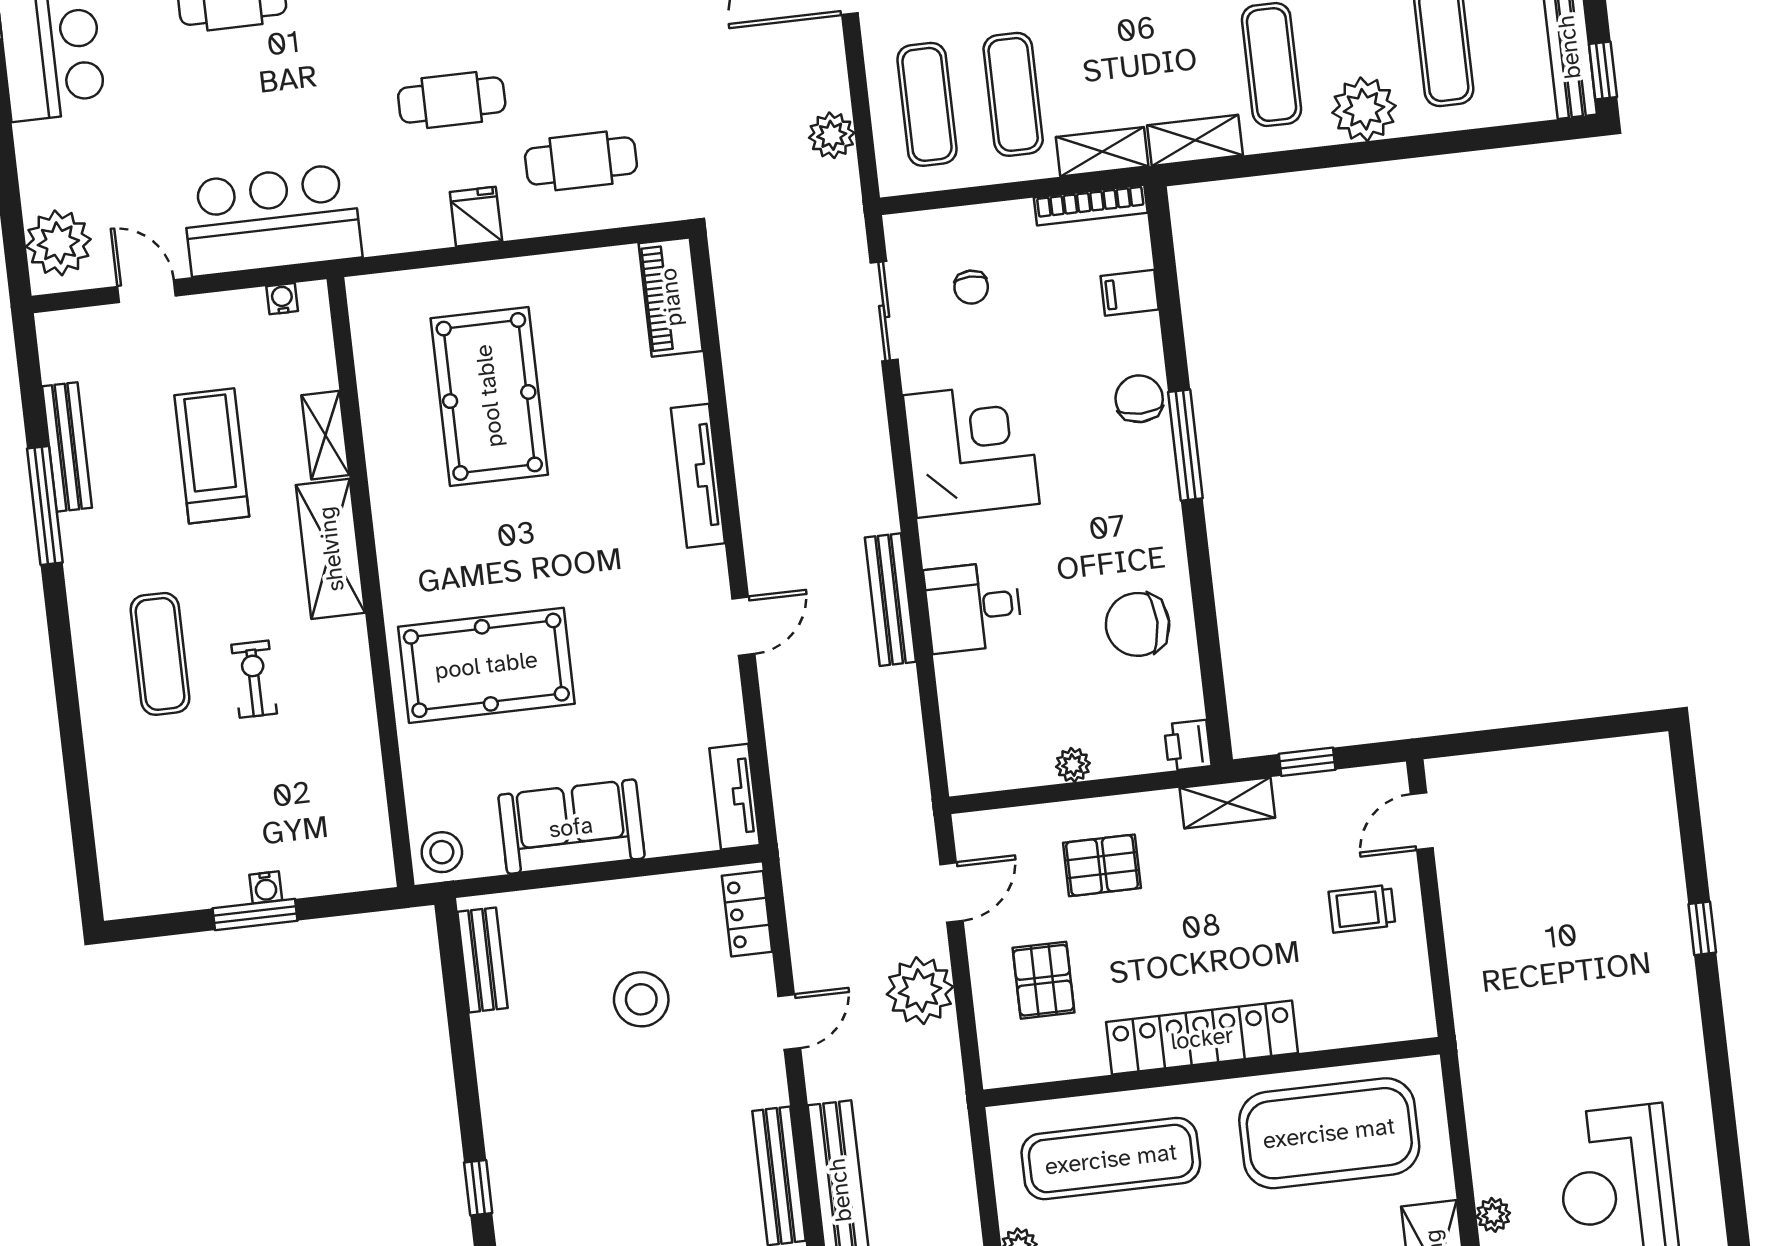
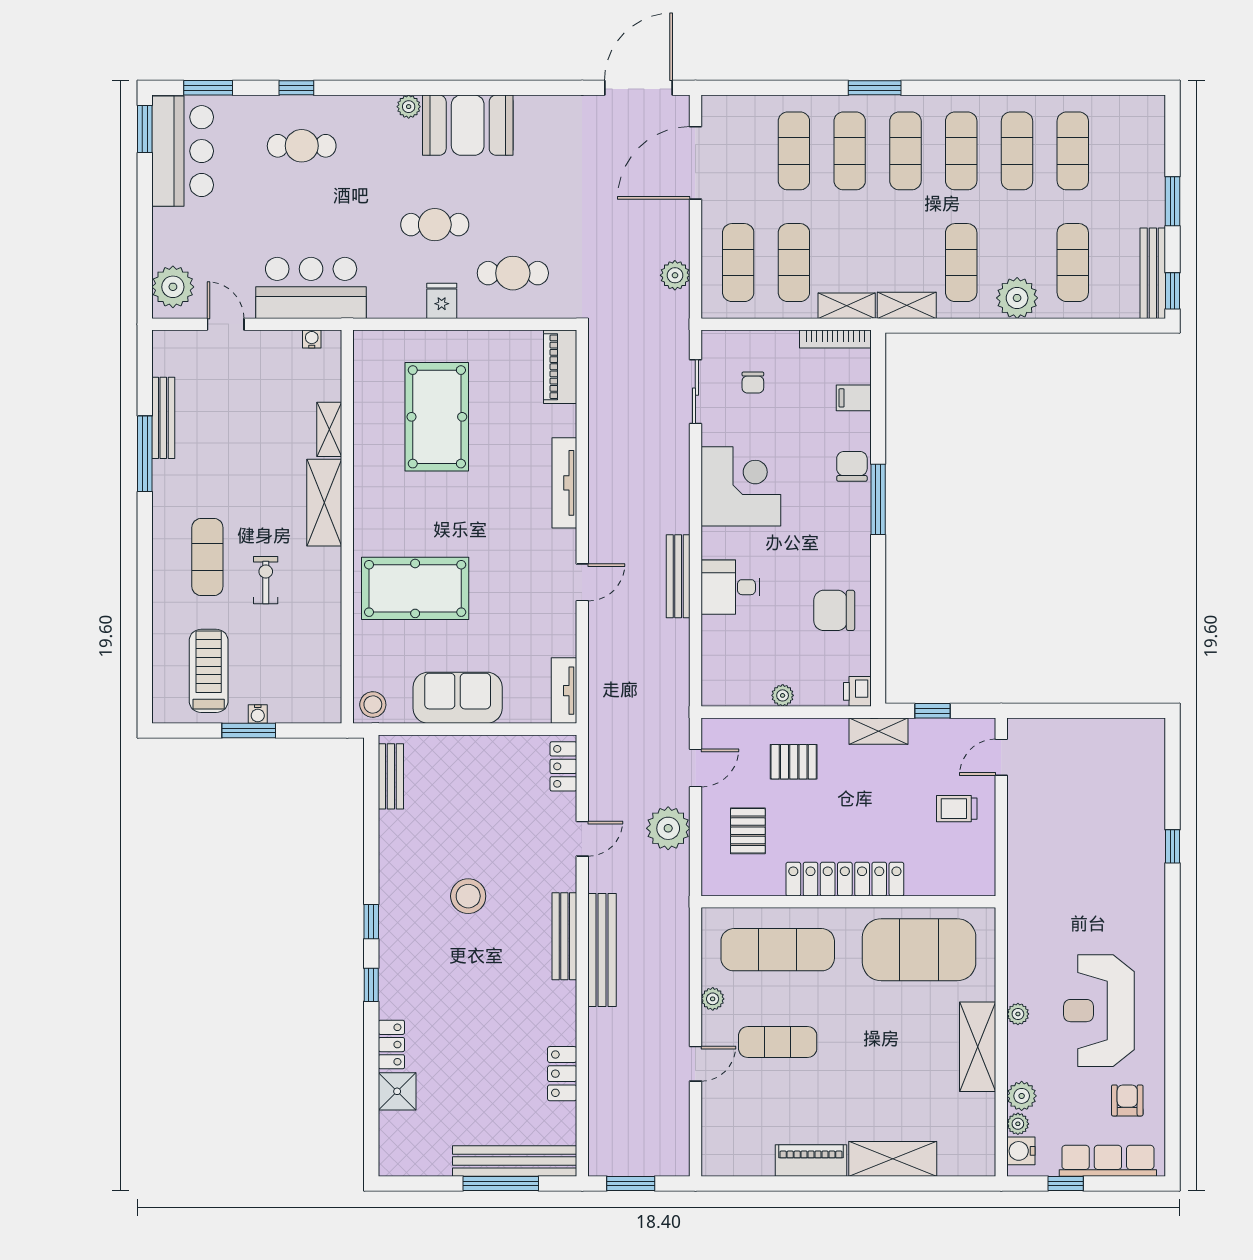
treadmill: (212, 456) -> (209, 671), moved
stool: (641, 999) -> (468, 896), moved

